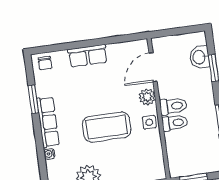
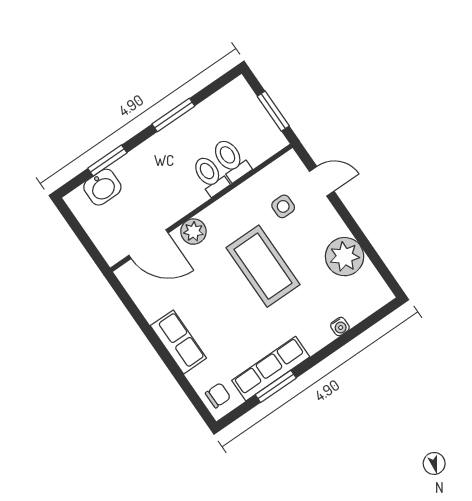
toilet: (173, 106) -> (231, 160), moved
row of seats: (48, 122) -> (271, 369), moved
side table: (149, 122) -> (283, 206), moved

